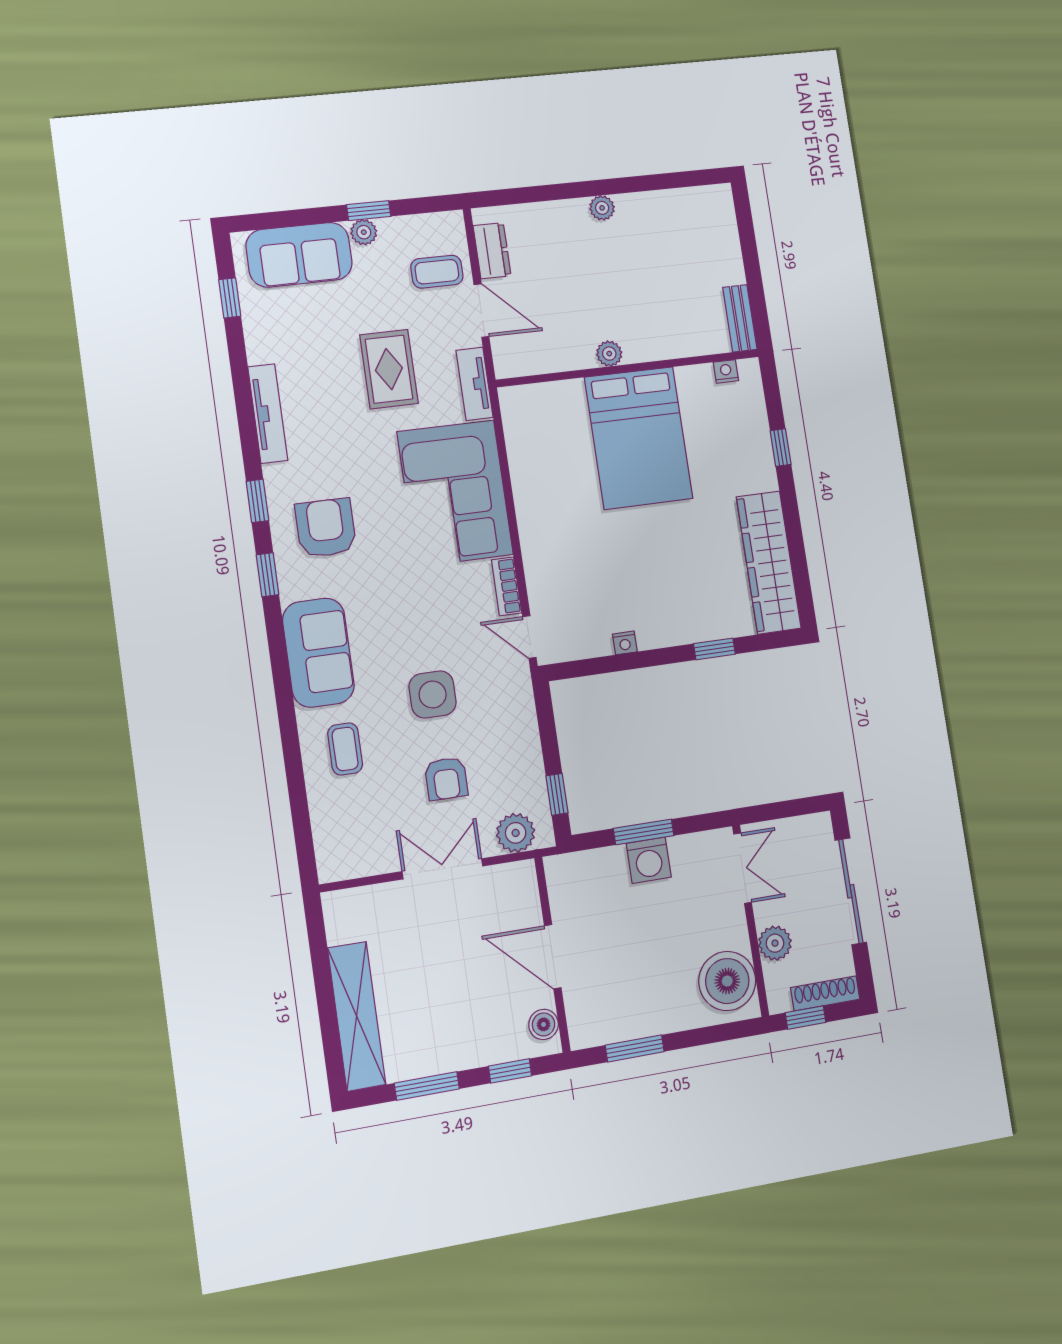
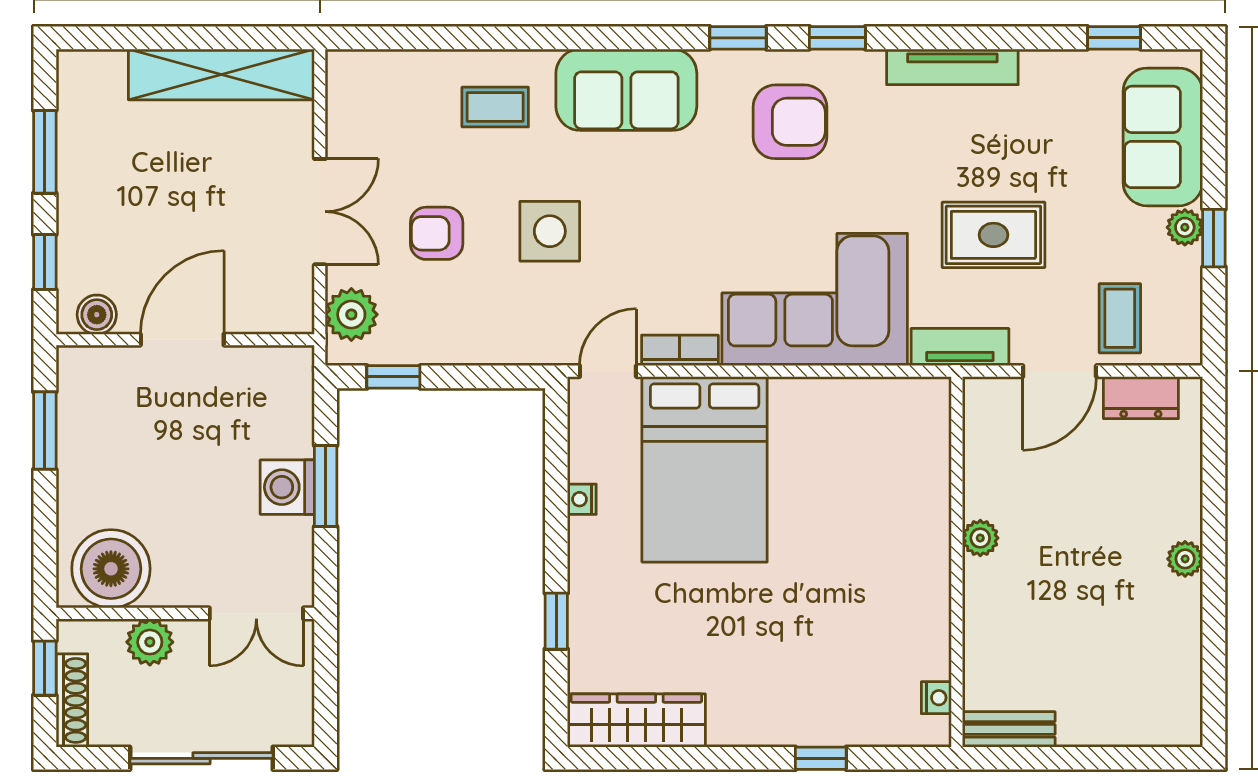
bed: (639, 438) -> (705, 469), moved, turned -90
wardrobe: (769, 562) -> (636, 720), width x0.71, depth x0.85
shelving: (357, 1016) -> (221, 74), moved

